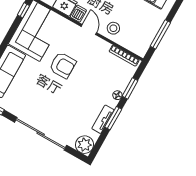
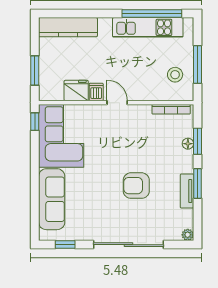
stool: (113, 28) -> (175, 75), moved
armchair: (63, 65) -> (136, 186), moved, turned 180
floor lamp: (117, 95) -> (188, 144), moved
plant: (85, 145) -> (188, 235), width x0.53, depth x0.53

